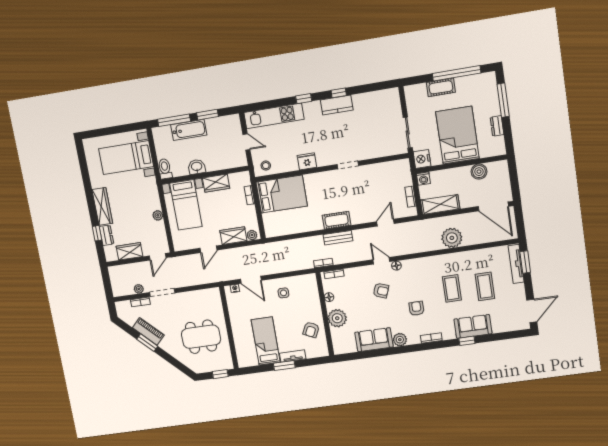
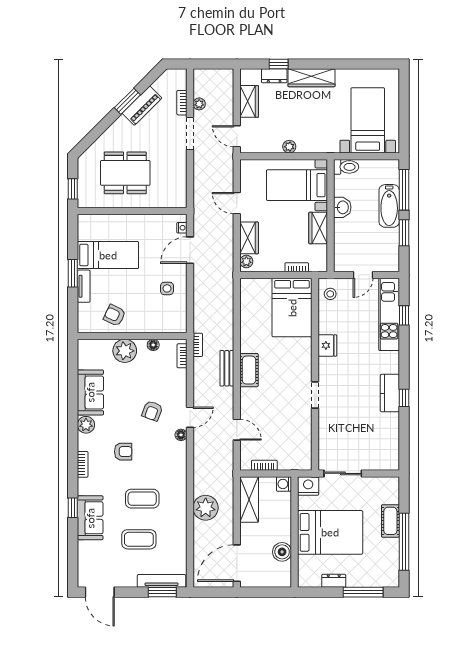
window: (304, 99) -> (404, 315), moved
dining table: (201, 337) -> (125, 173), turned 90

